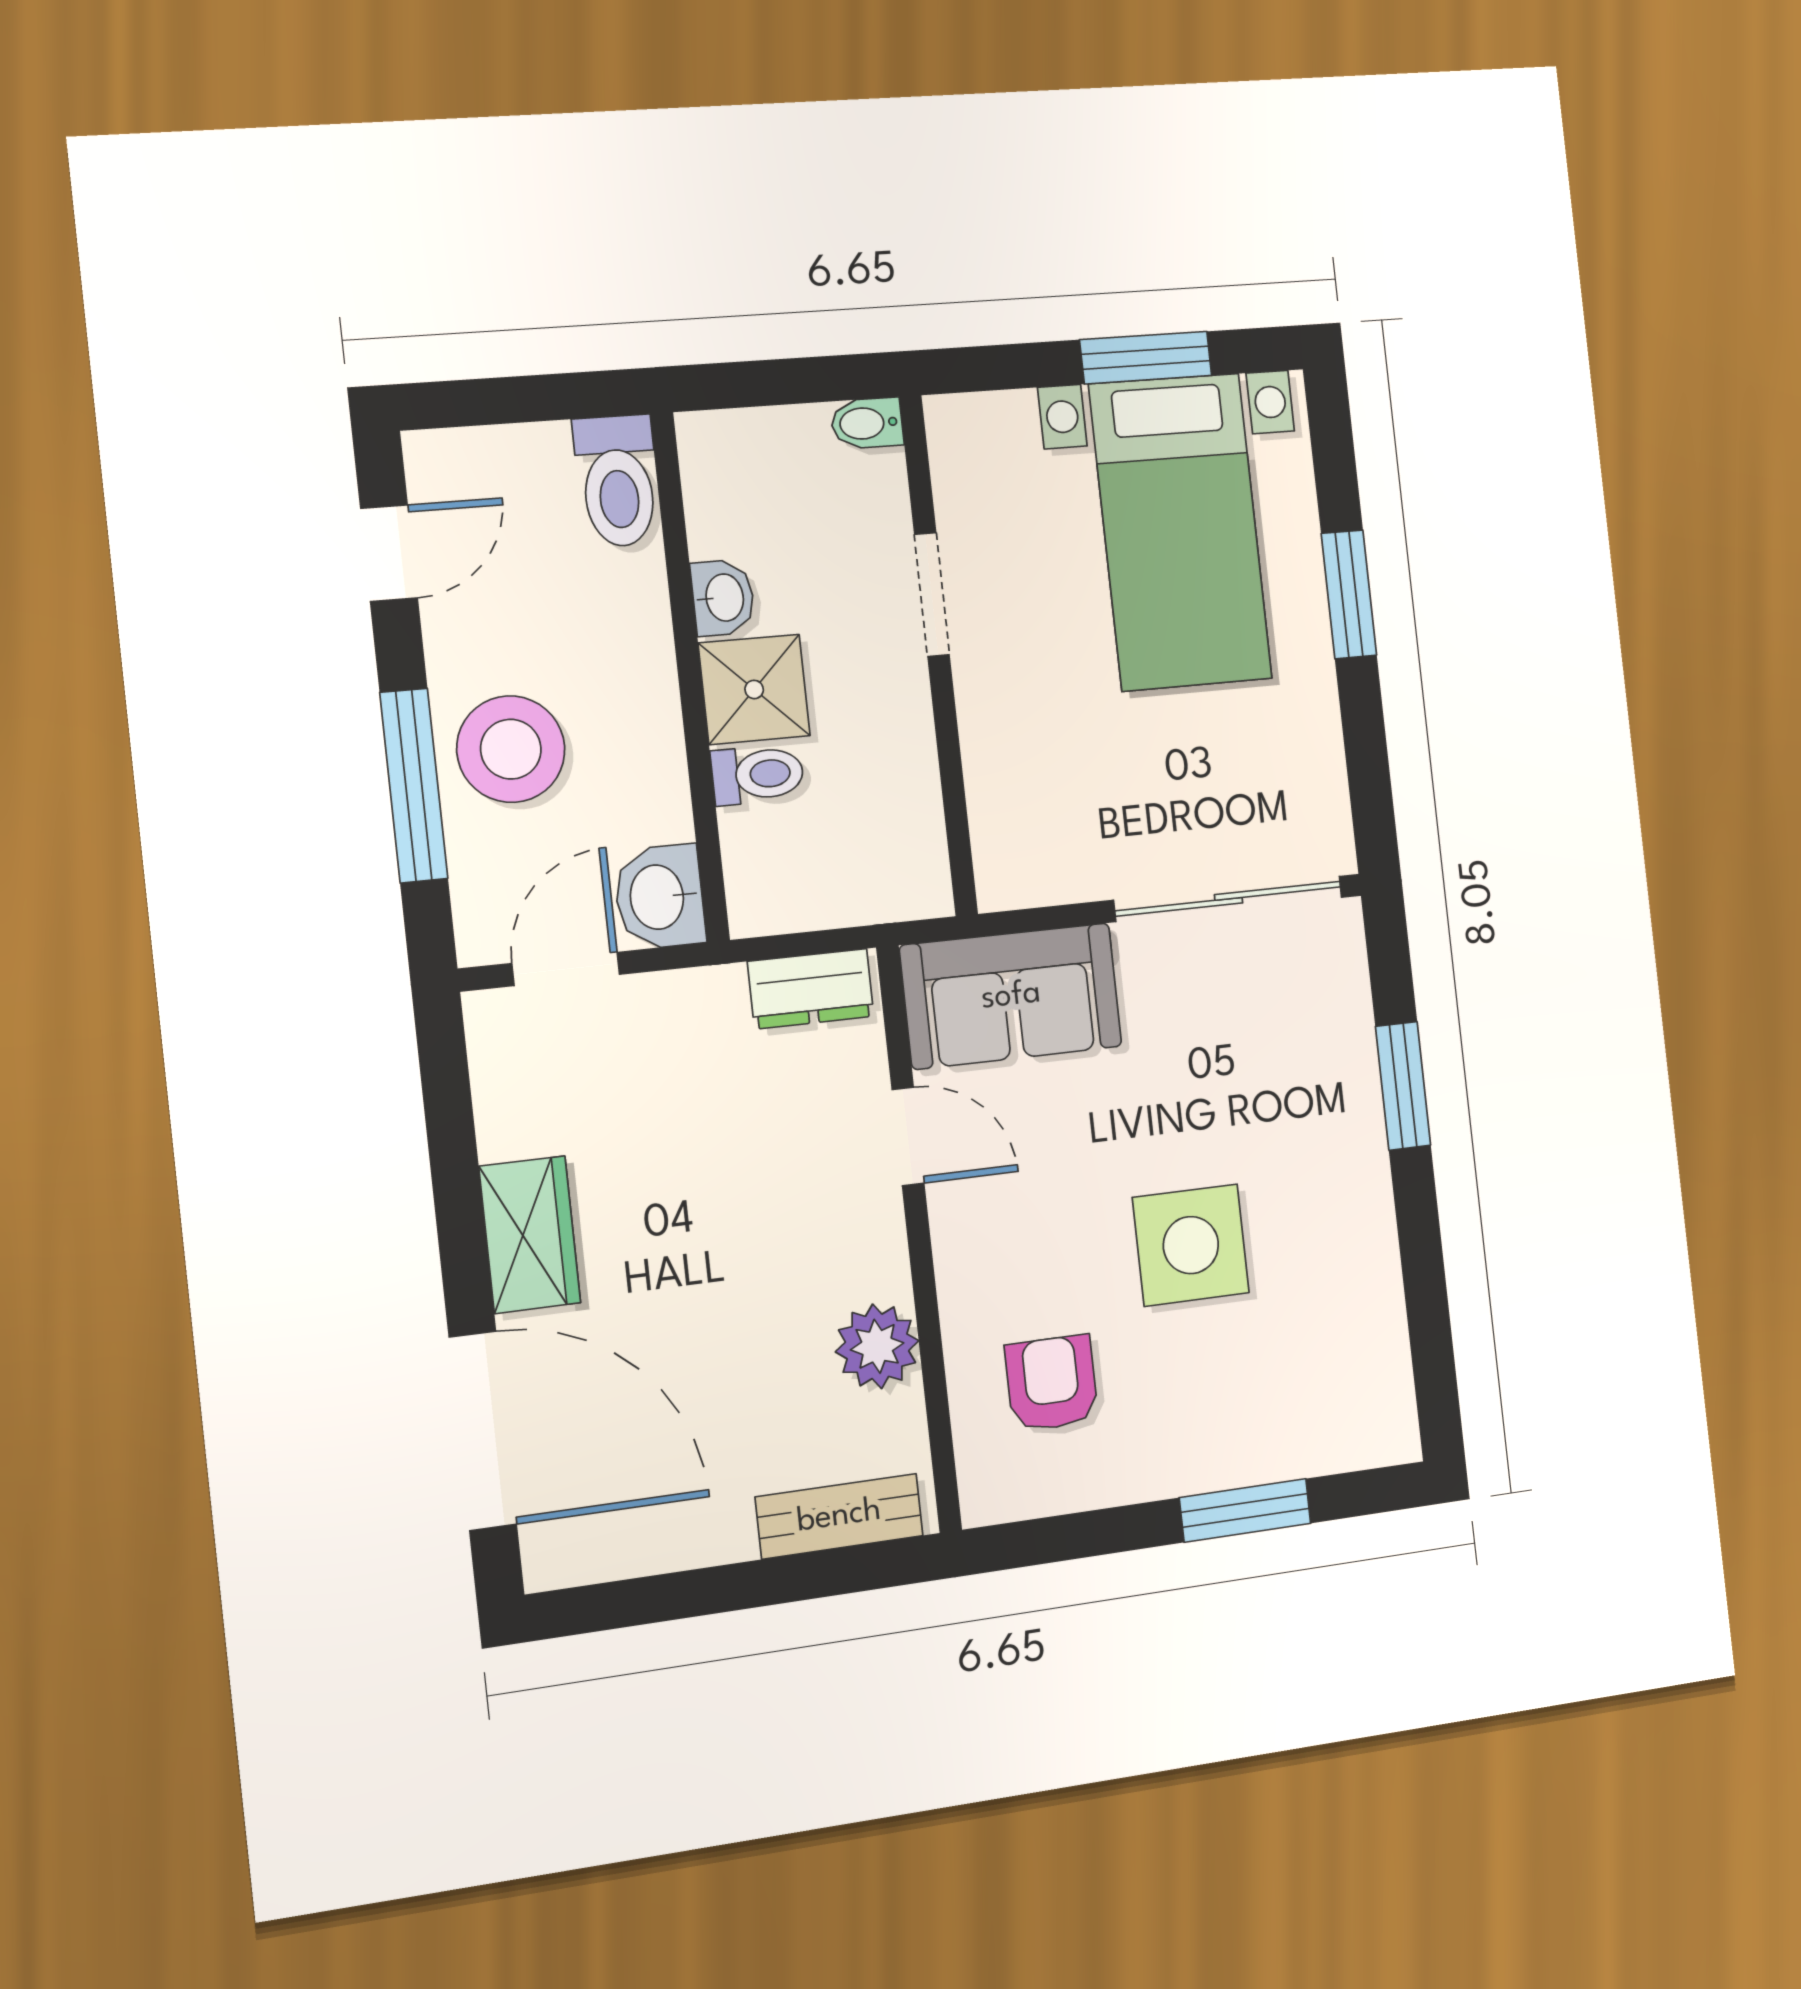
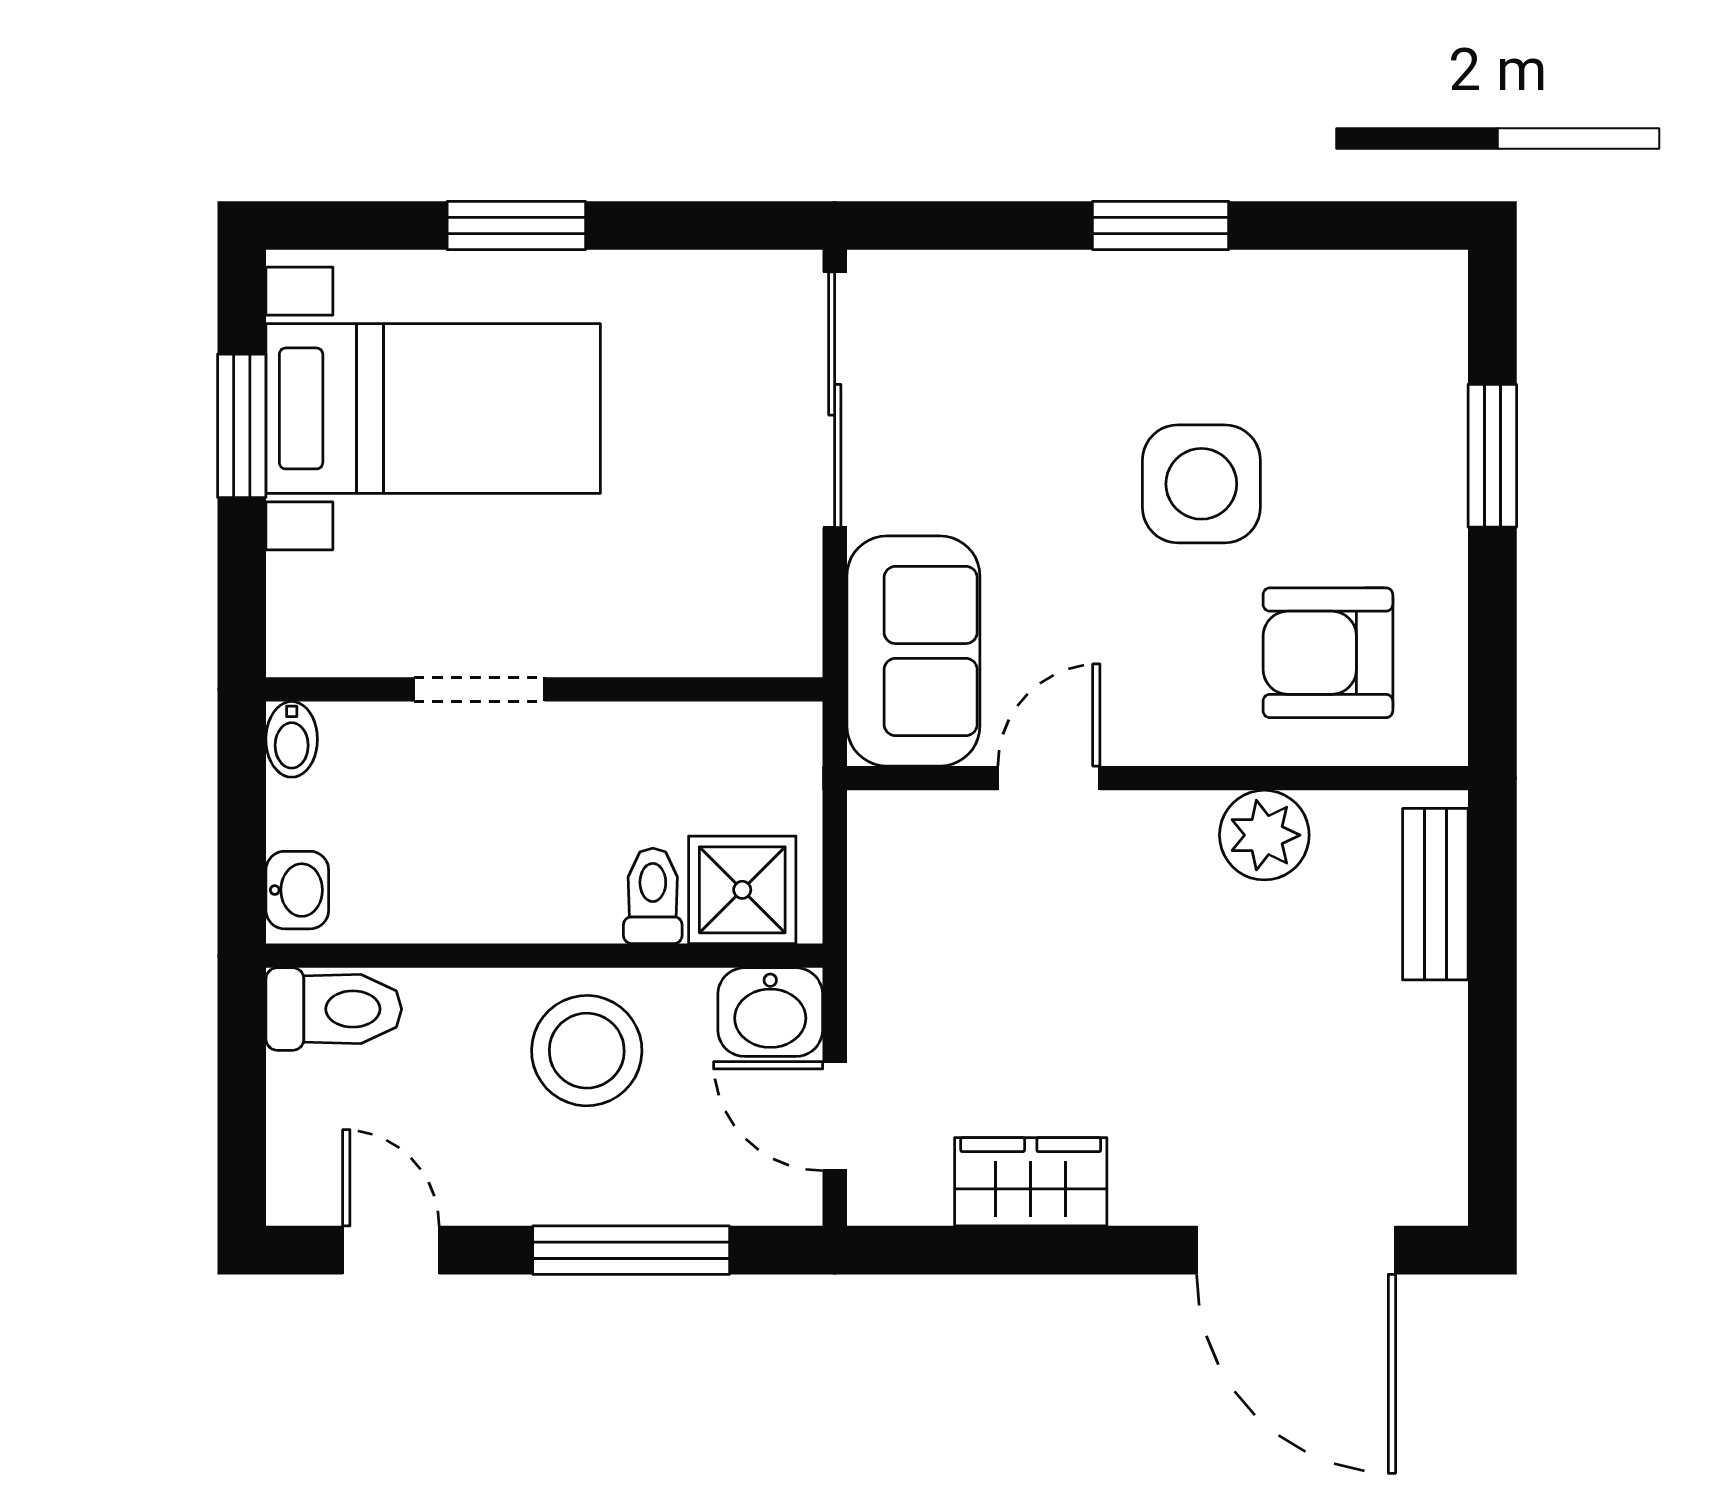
washbasin: (723, 598) -> (297, 890), moved, turned 90
shower: (754, 689) -> (742, 890), moved
stool: (511, 749) -> (587, 1051), moved
dresser: (811, 989) -> (883, 864), removed
window: (1403, 1086) -> (1161, 225), moved
wardrobe: (530, 1235) -> (1031, 1182), moved
armchair: (1052, 1383) -> (1328, 653), width x1.38, depth x1.38
door: (483, 1431) -> (1296, 1250), swing flipped

